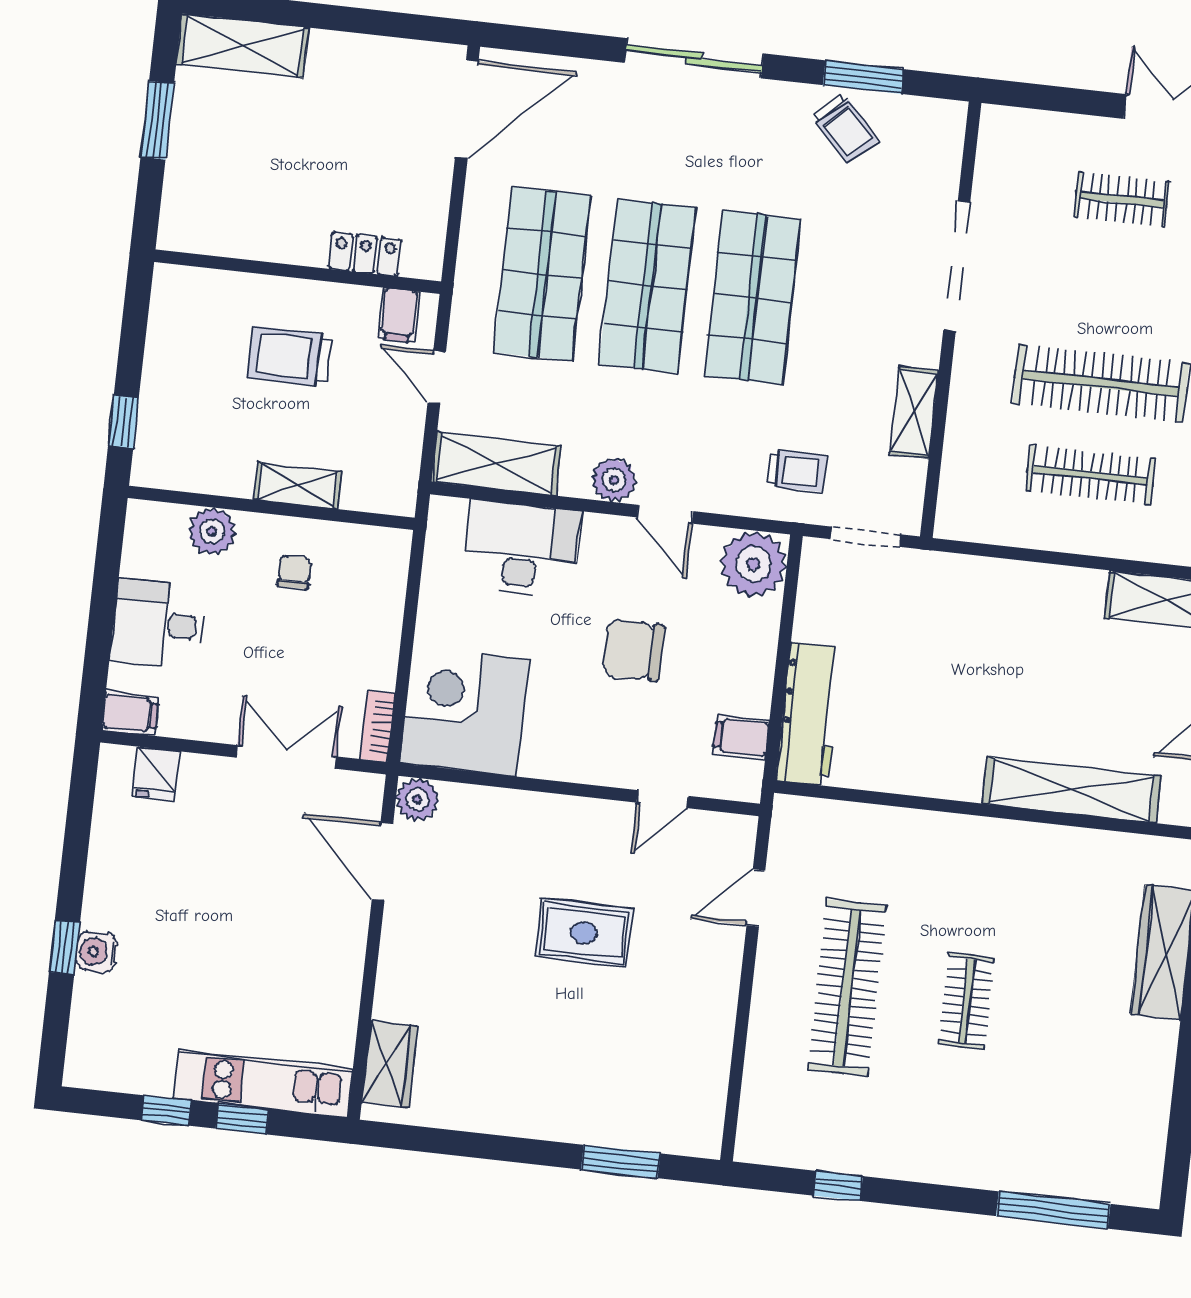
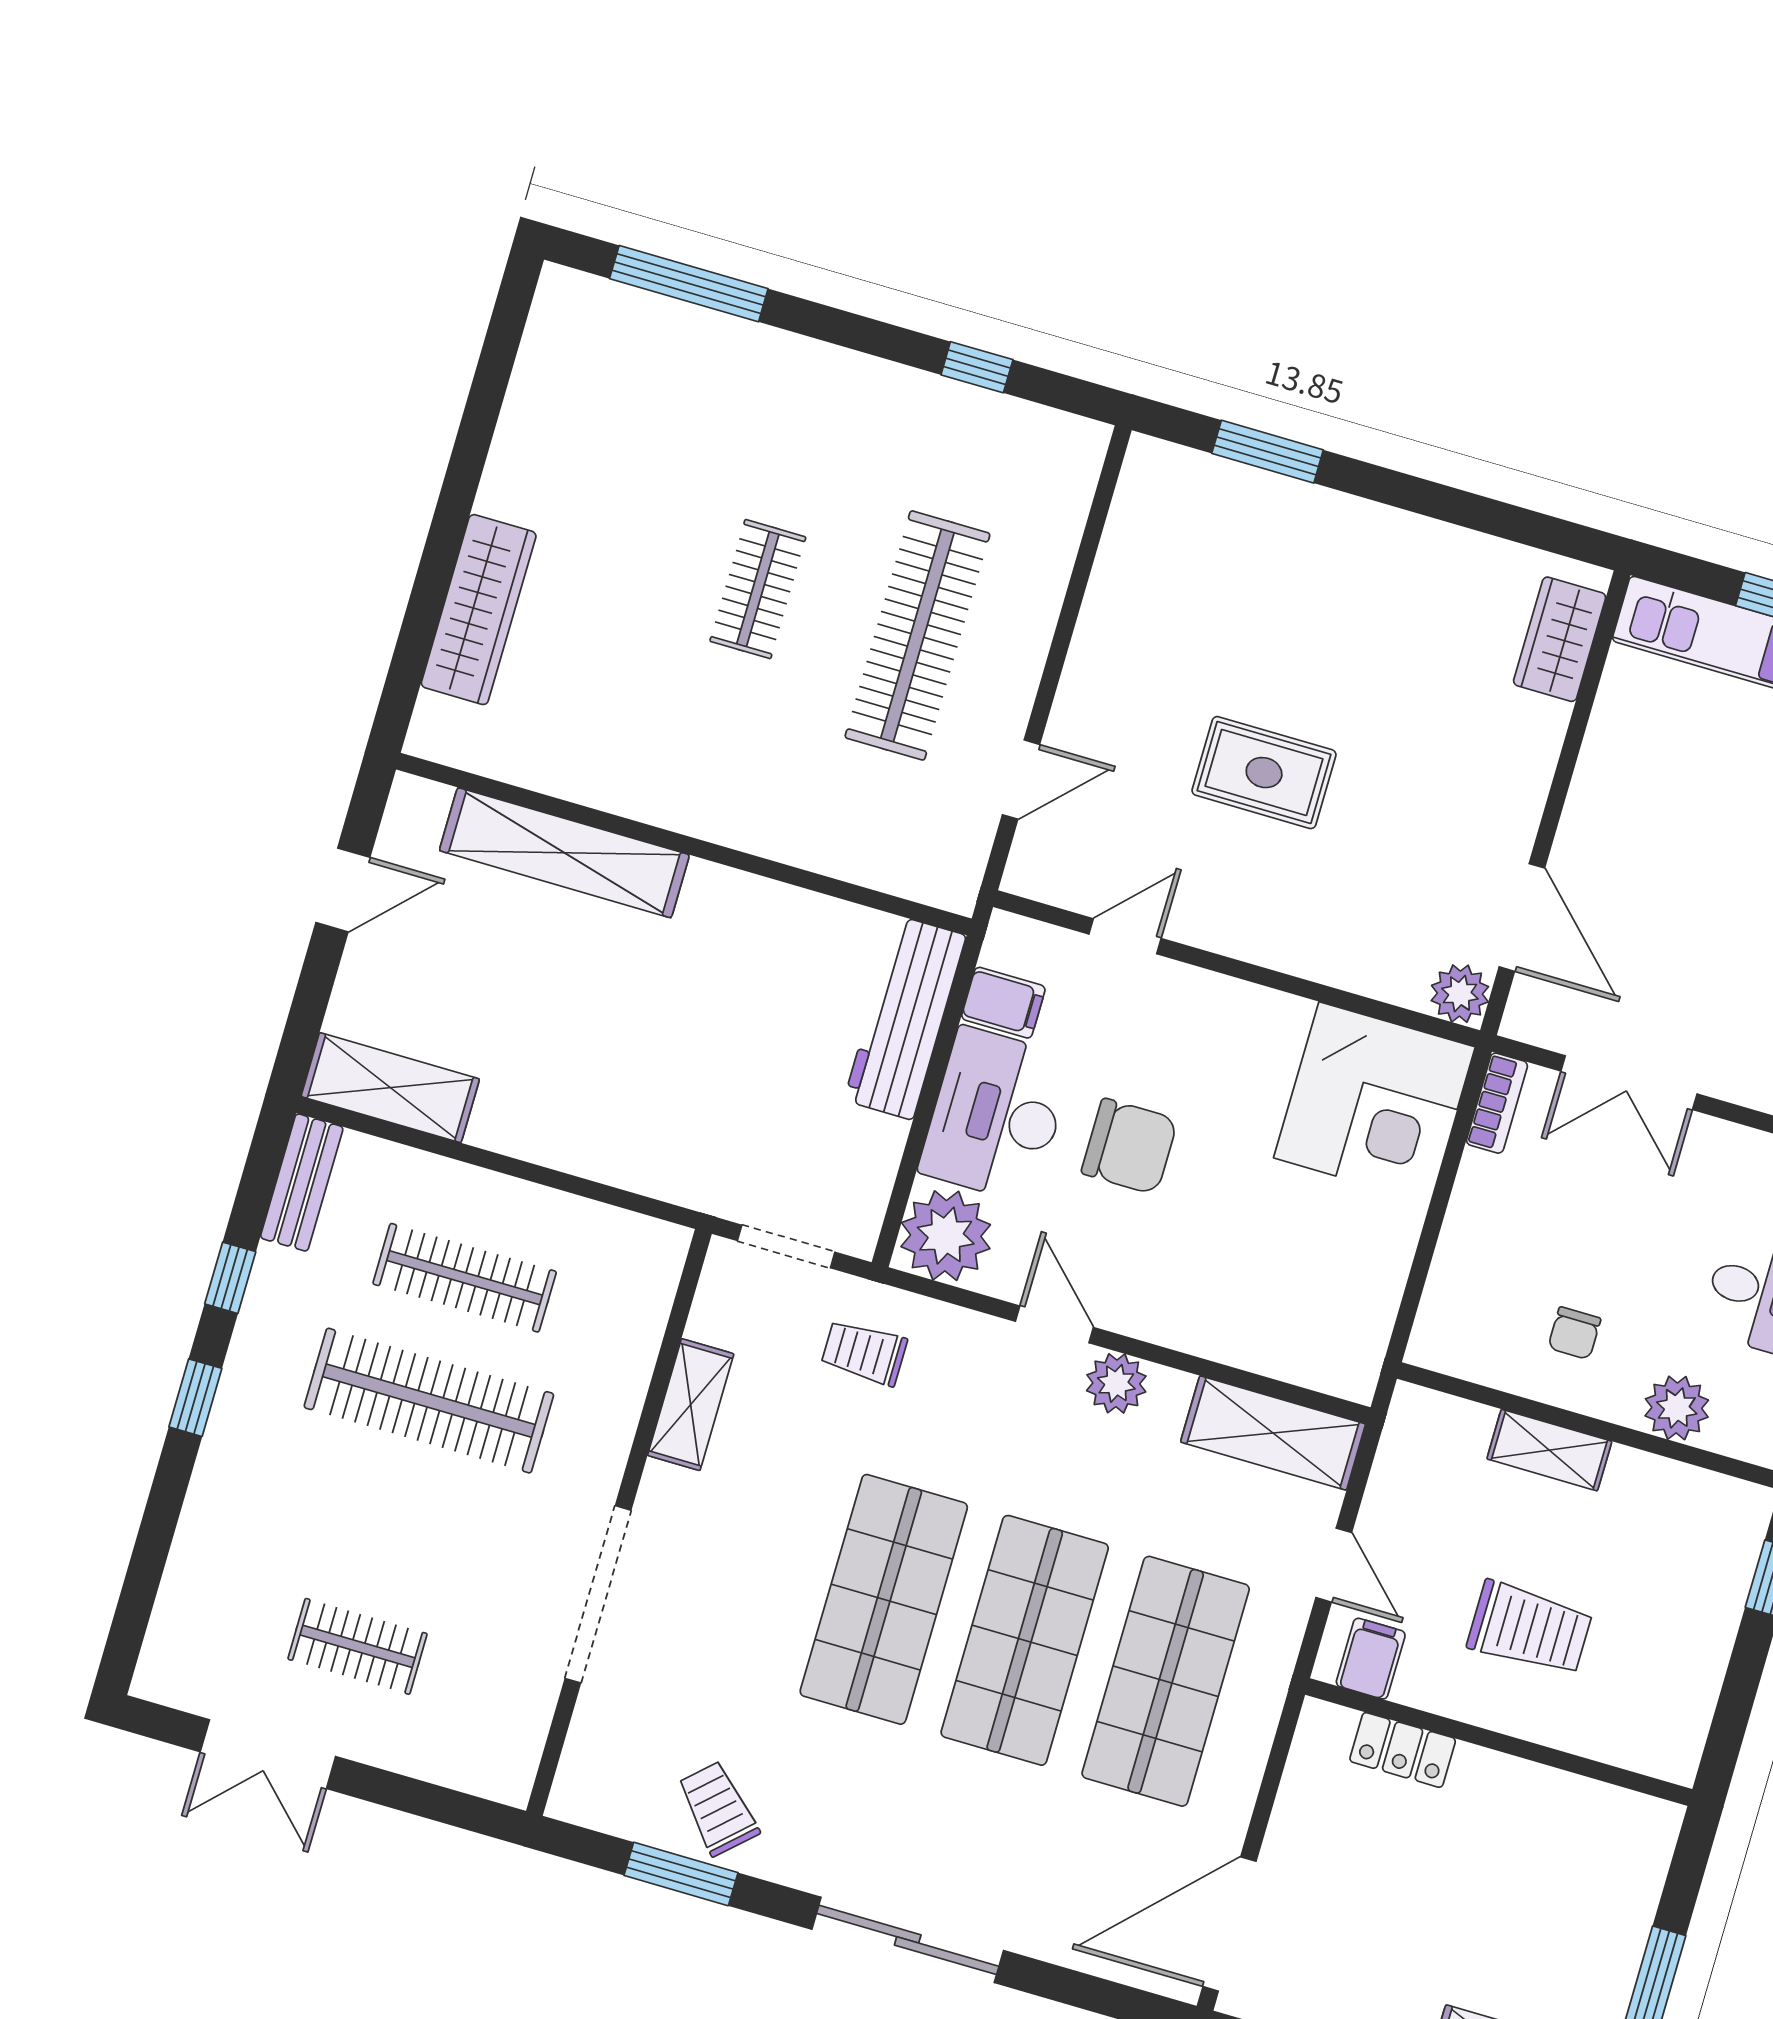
desk: (521, 549) -> (996, 1115), moved, turned 90

